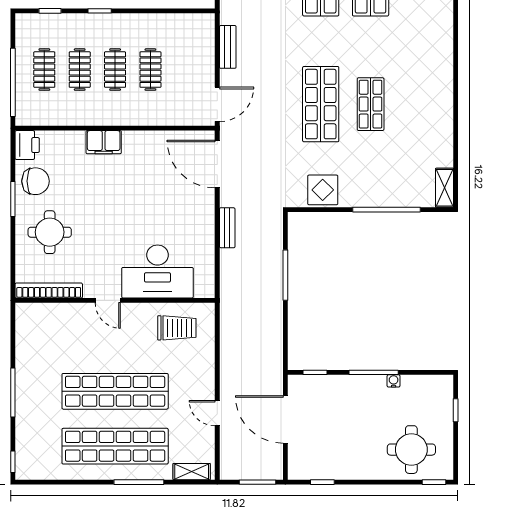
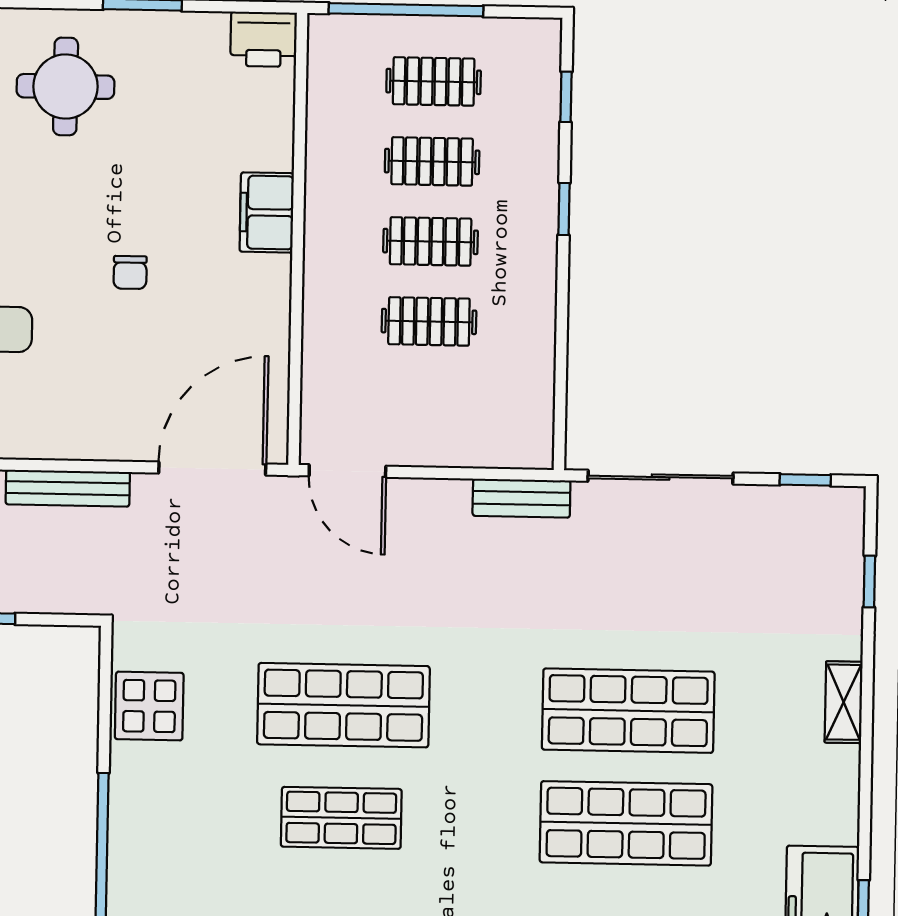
bench: (228, 47) -> (521, 498), moved
chair: (36, 181) -> (130, 272), moved, width x0.54, depth x0.54
bench: (227, 228) -> (68, 488), width x1.36

